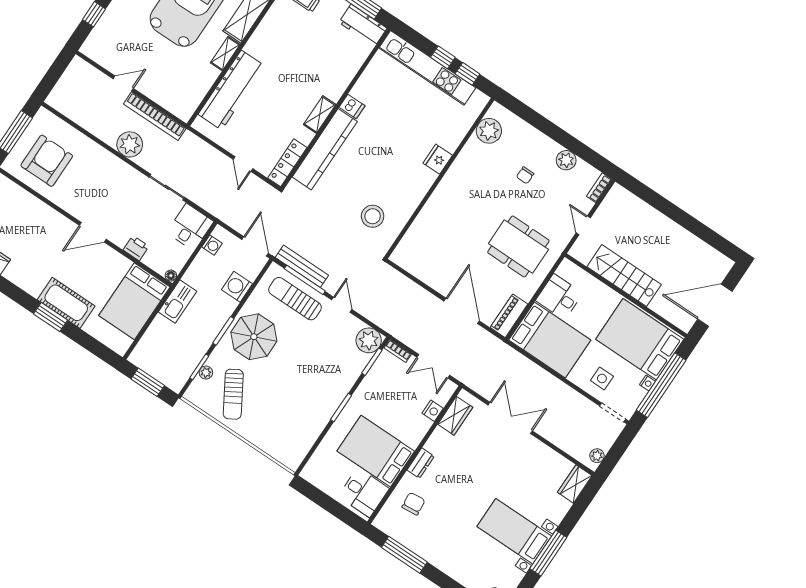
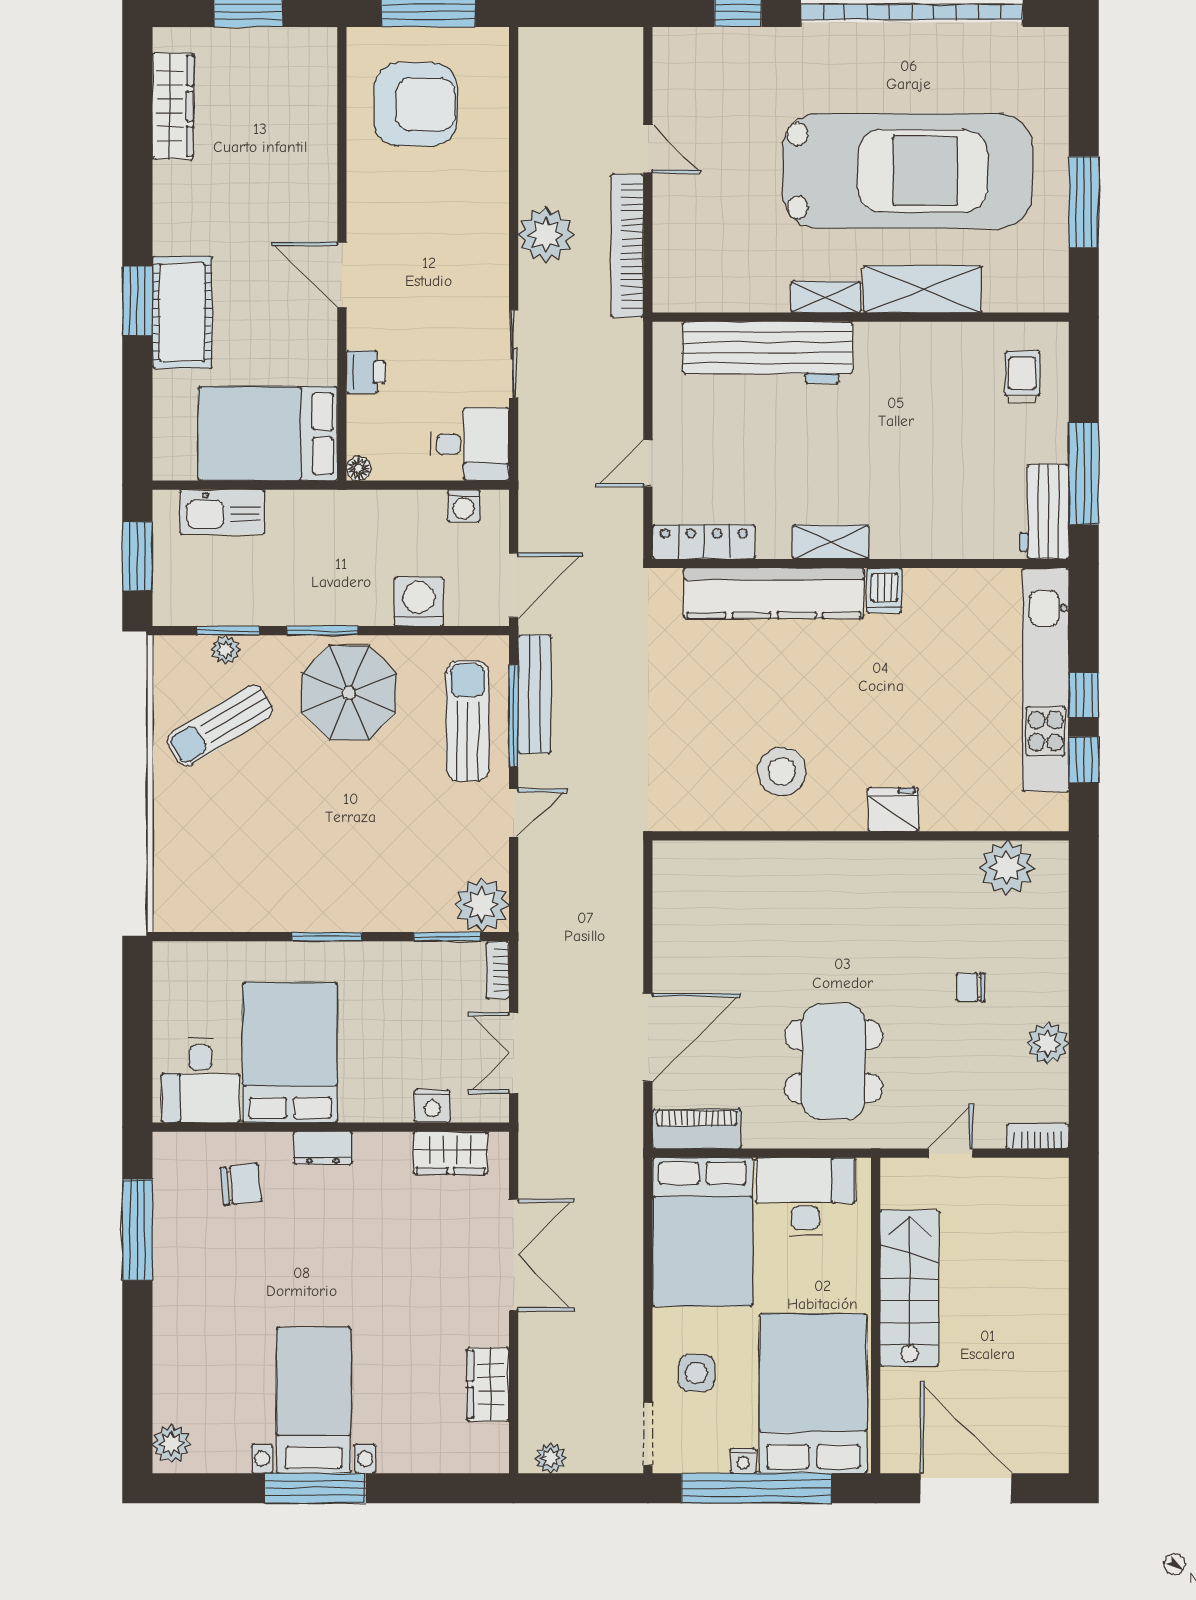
stool: (373, 216) -> (782, 771), moved
desk: (559, 297) -> (805, 1197), width x1.37
kitchen sink: (177, 302) -> (222, 512), moved
wardrobe: (575, 484) -> (488, 1384), moved, turned -90

